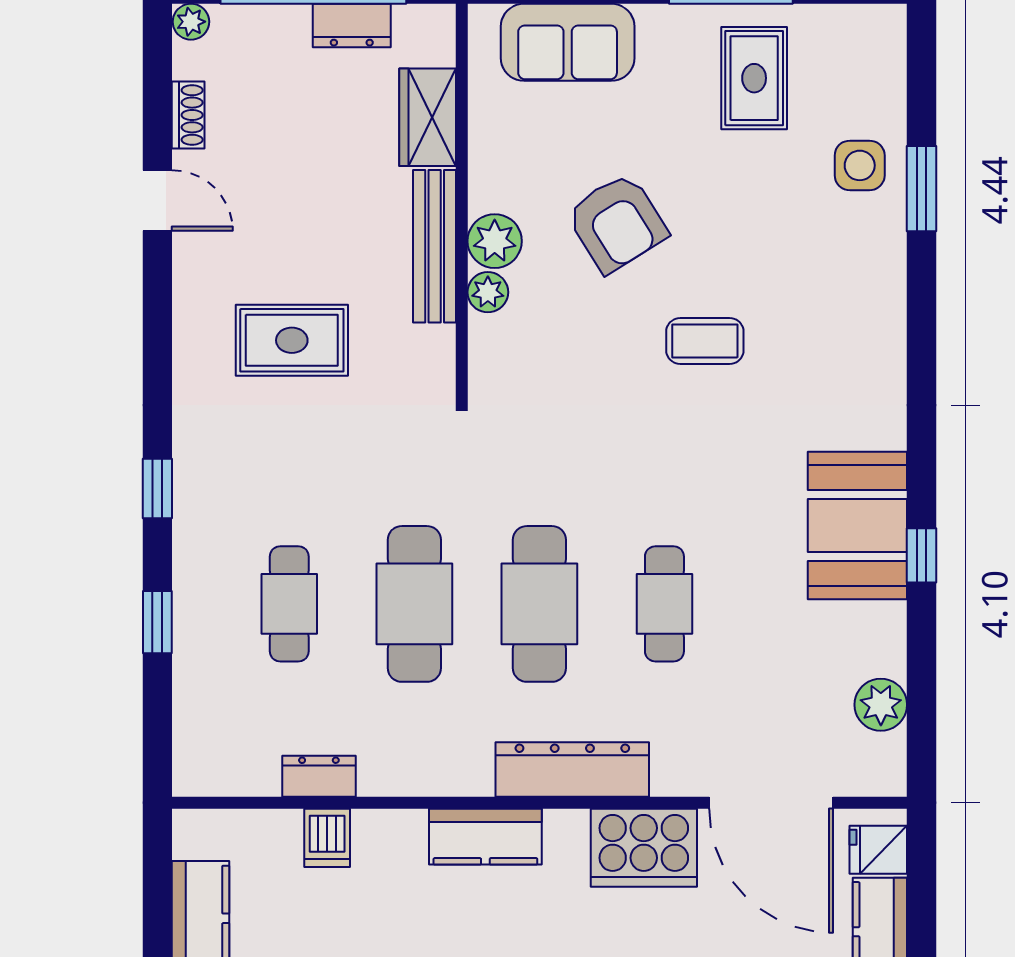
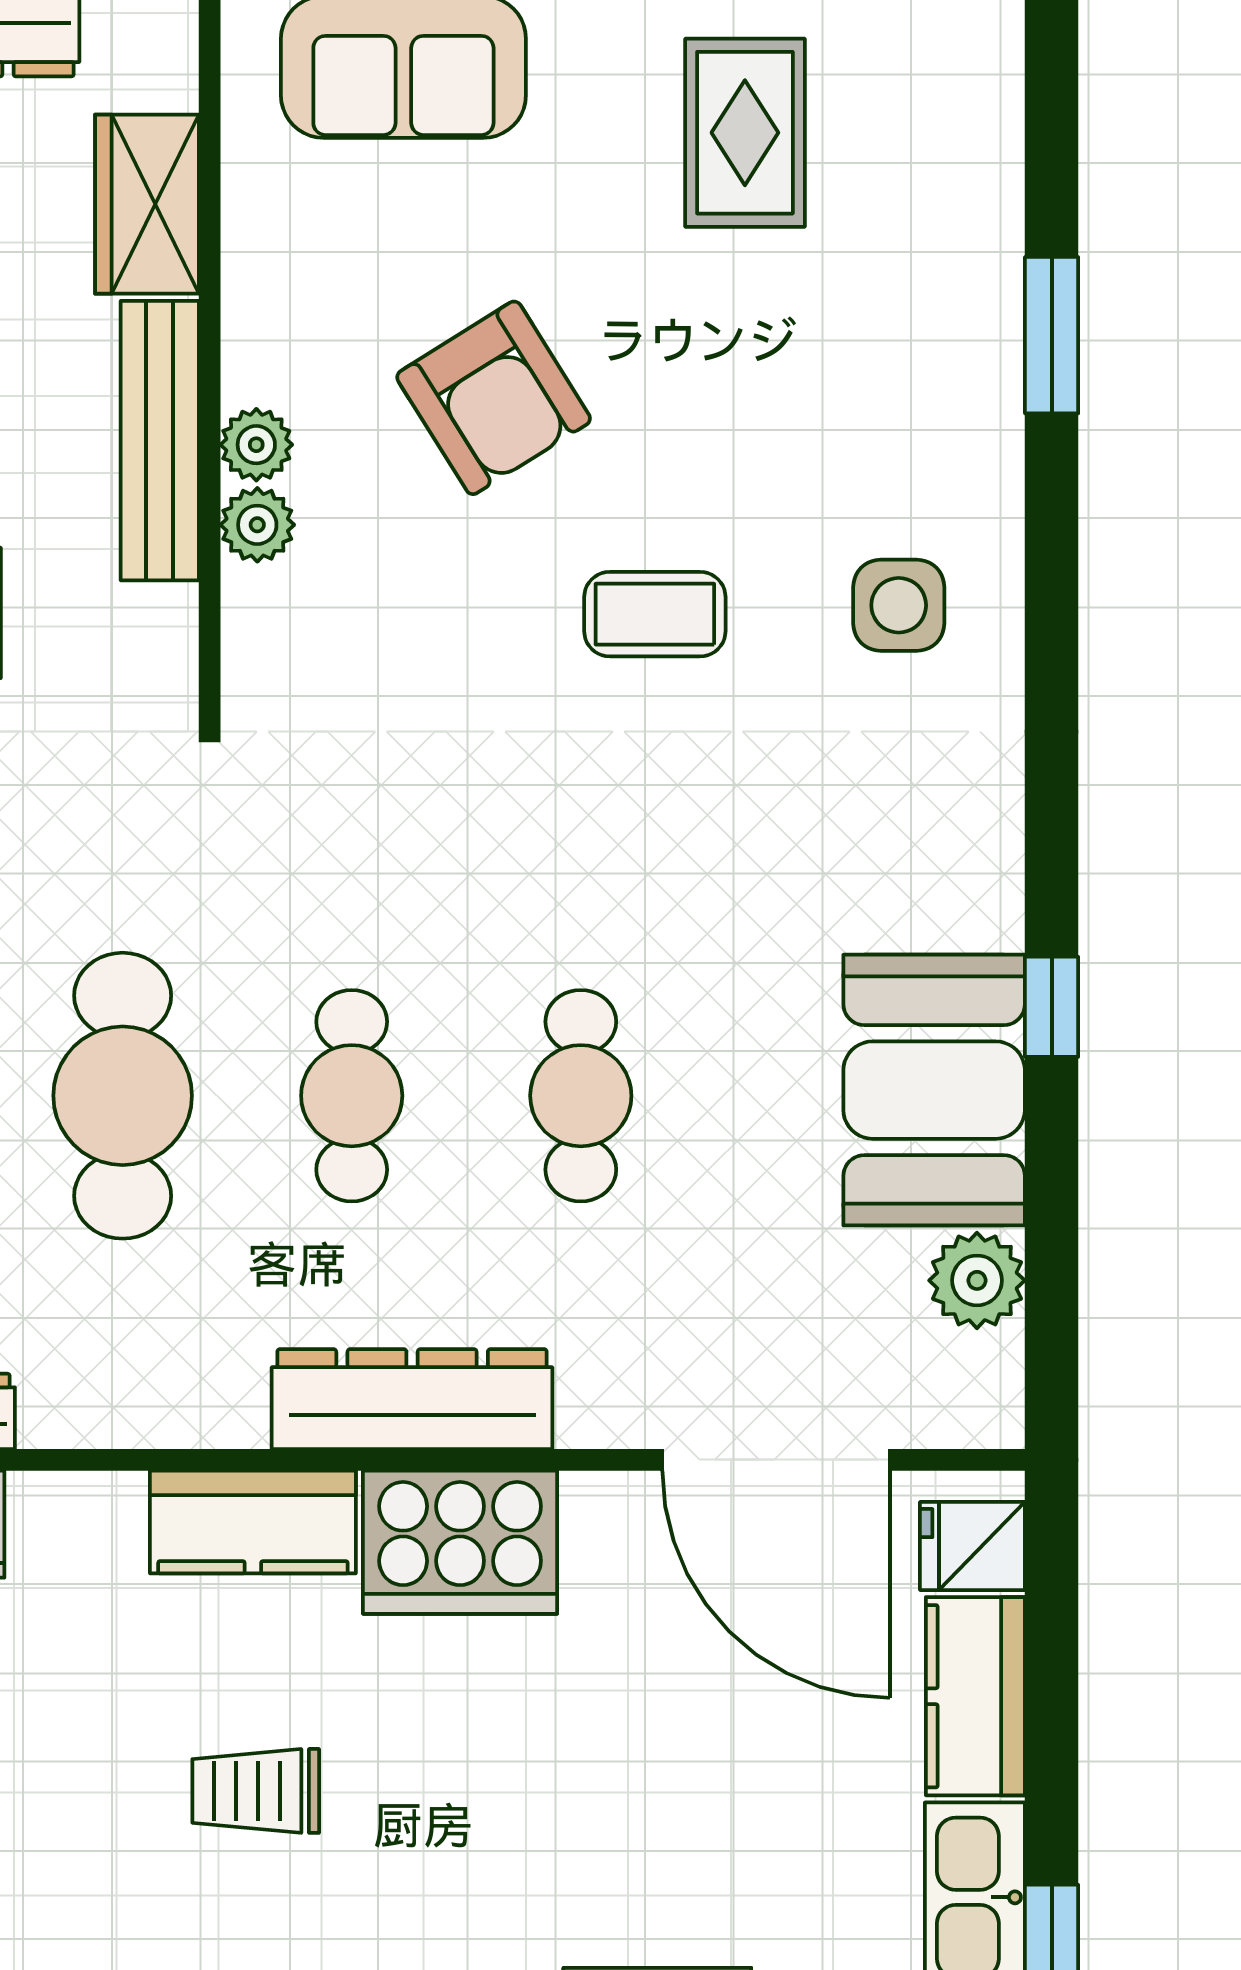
side table: (860, 165) -> (899, 605), moved
plant: (495, 241) -> (256, 445), width x0.73, depth x0.73
booth: (857, 526) -> (934, 1090), moved
cafe table: (539, 604) -> (352, 1096), width x0.73, depth x0.74
cooker: (644, 848) -> (460, 1542), moved

